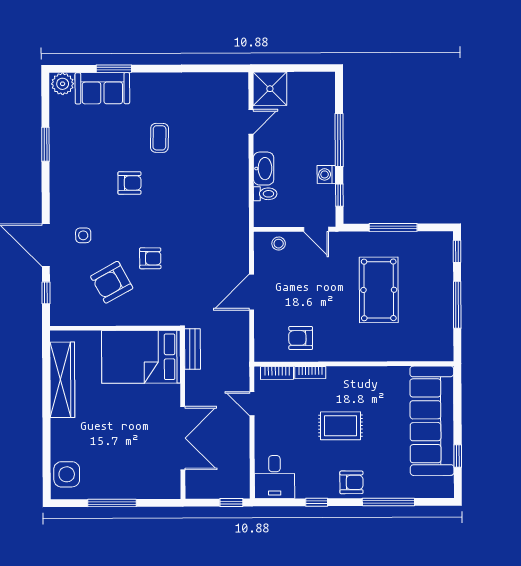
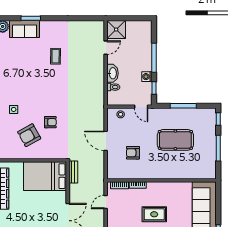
armchair: (129, 183) -> (39, 81), removed
pool table: (379, 290) -> (175, 140), turned 90
door: (252, 292) -> (106, 141), hinge flipped
armchair: (301, 338) -> (133, 153), moved
door: (252, 404) -> (106, 202), hinge flipped

